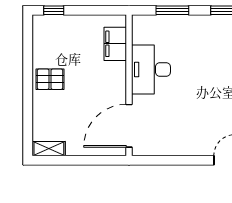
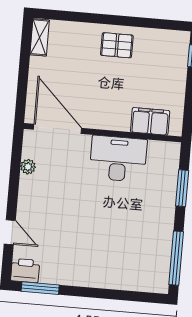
pallet: (50, 79) -> (117, 45), turned 90
plant: (165, 149) -> (28, 167), added

